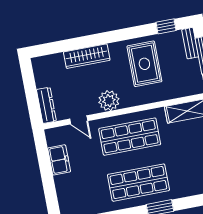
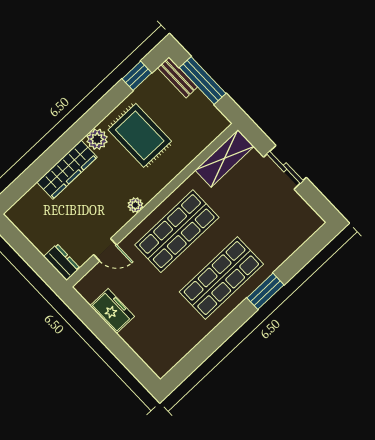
plant: (117, 49) -> (97, 139), added
plant: (109, 101) -> (135, 205), width x0.53, depth x0.53
dresser: (46, 105) -> (62, 262), width x0.70

